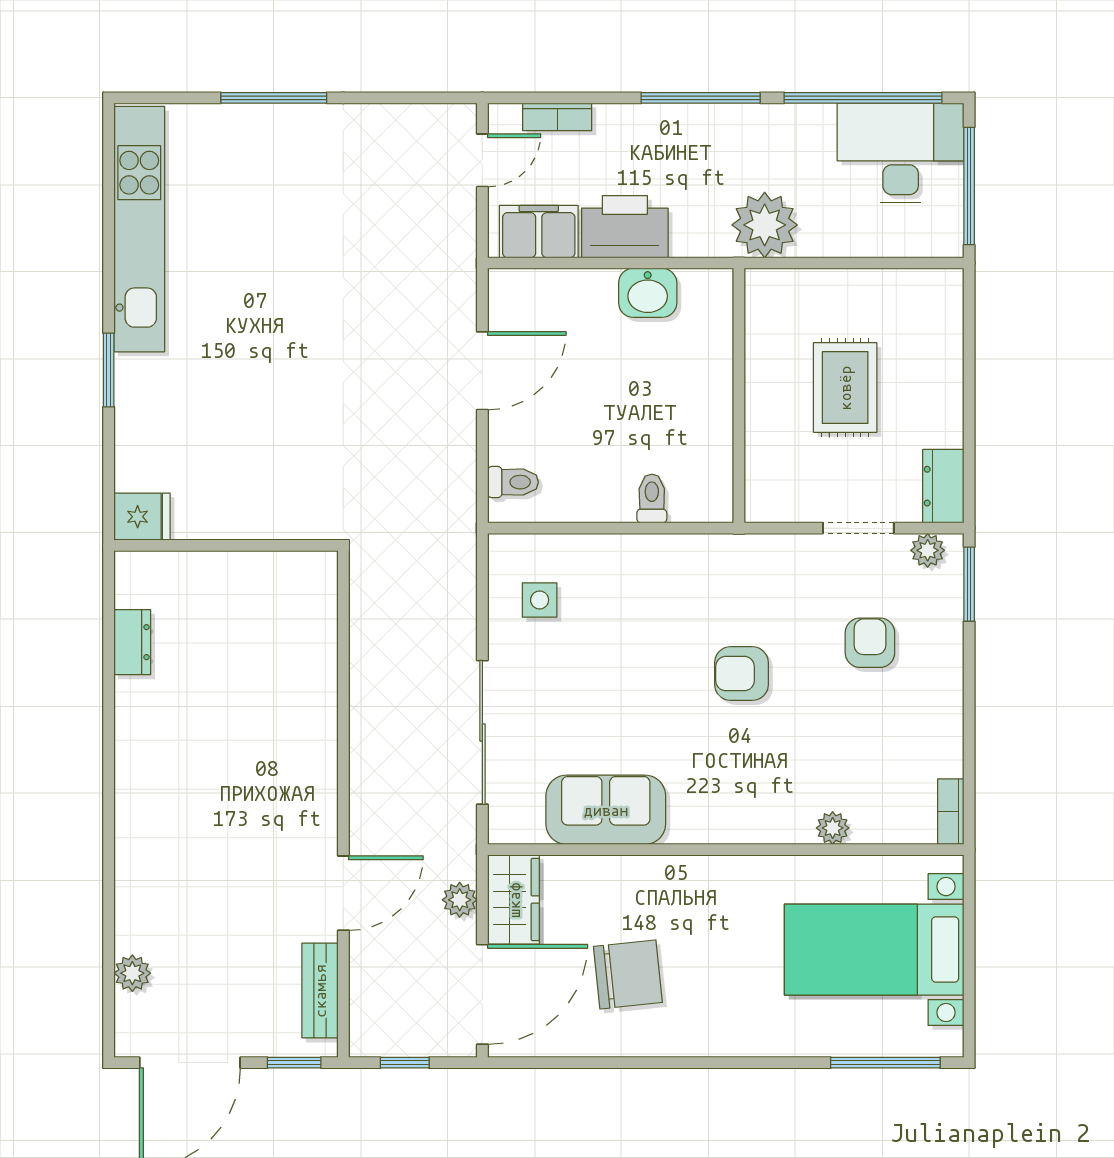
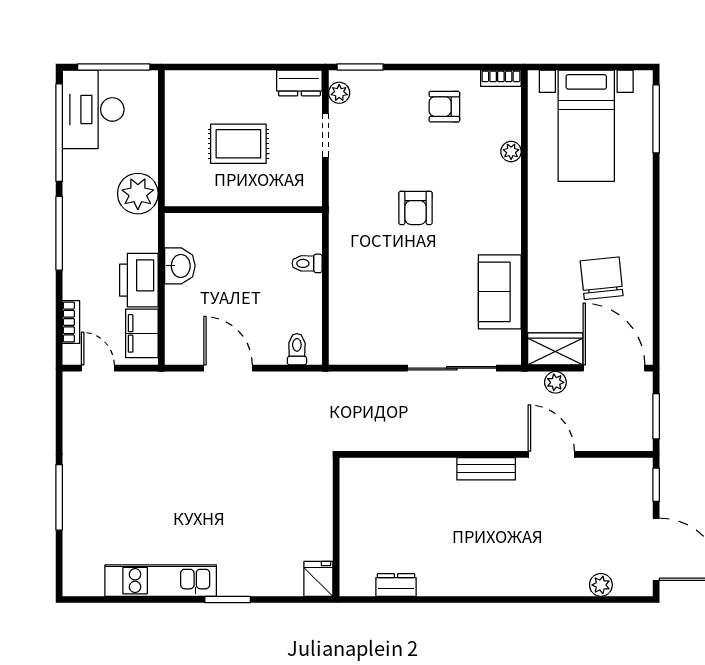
kitchen unit: (139, 229) -> (161, 581), width x0.73
side table: (540, 600) -> (370, 333), removed
armchair: (870, 643) -> (444, 107), moved
bench: (320, 991) -> (486, 469), moved
window: (405, 1063) -> (656, 416), width x1.50

